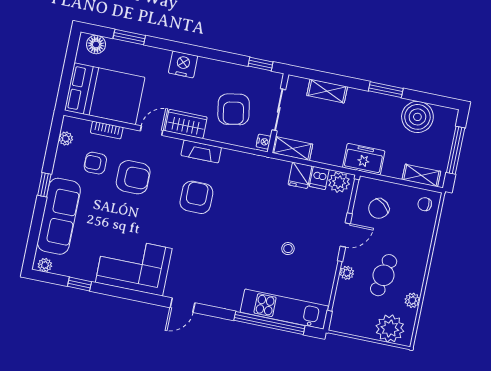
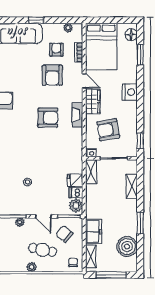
freezer: (364, 159) -> (94, 232), moved
cafe table: (384, 275) -> (43, 250), moved
plant: (412, 300) -> (32, 267), moved

